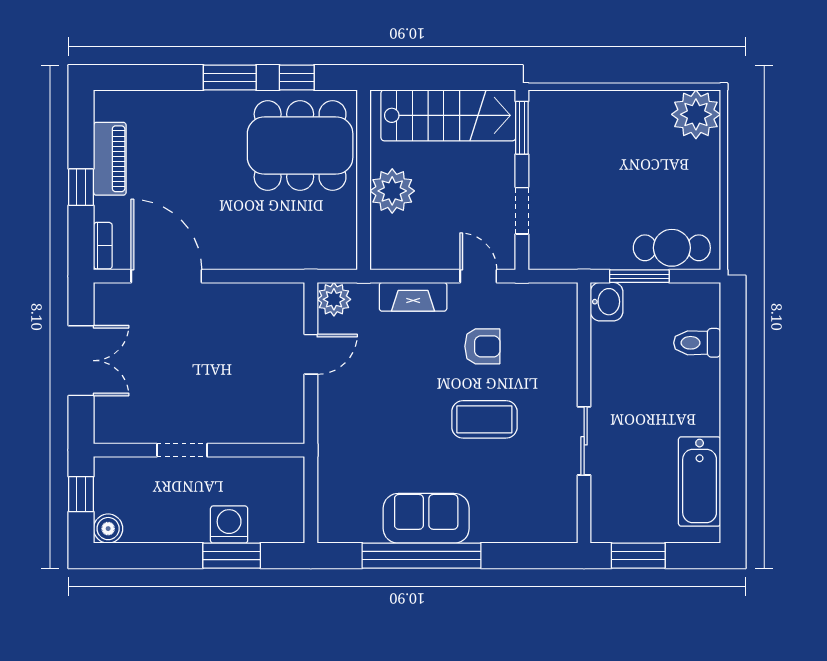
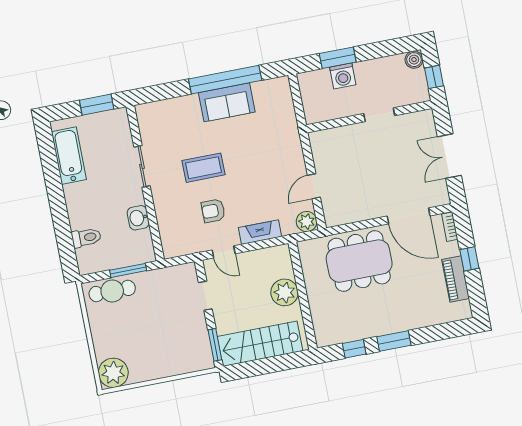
dining table: (300, 146) -> (359, 261), moved
washbasin: (607, 302) -> (138, 218), moved

